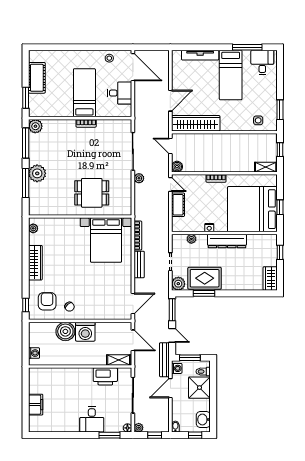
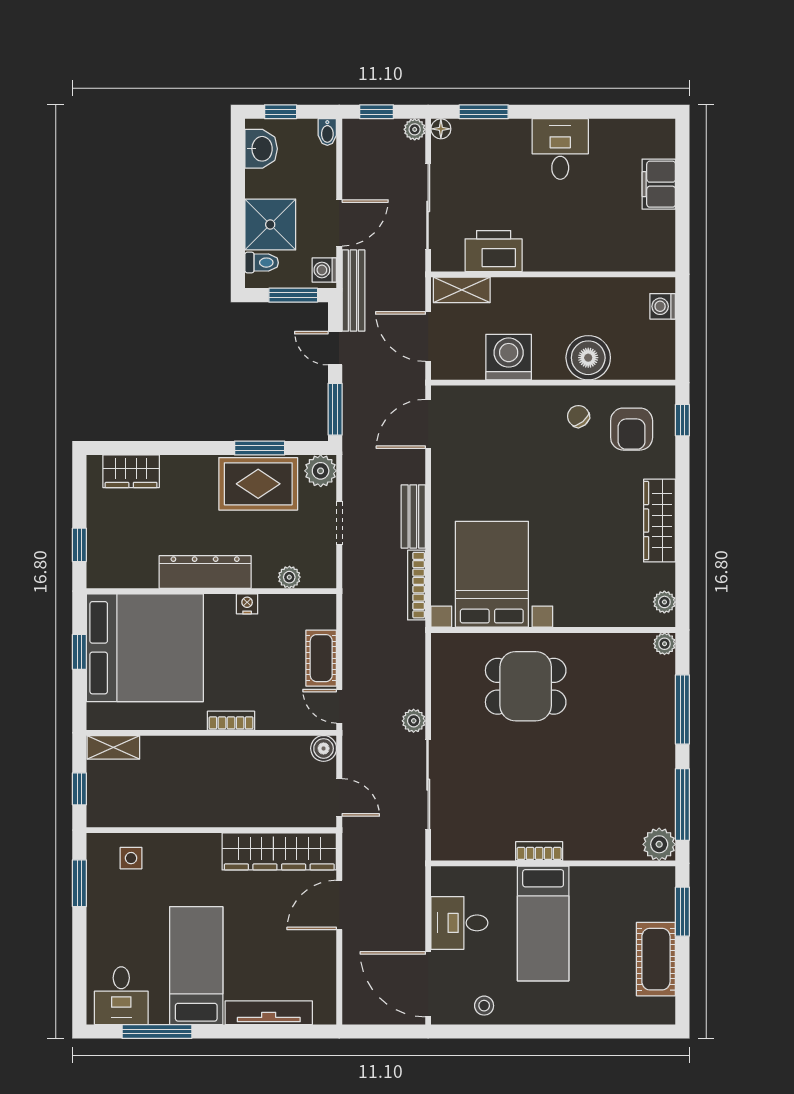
plant: (37, 173) -> (665, 644), moved, width x0.53, depth x0.53
wardrobe: (270, 279) -> (131, 471), moved, turned 90
washing machine: (85, 332) -> (509, 357), moved
desk: (92, 419) -> (560, 149), moved

